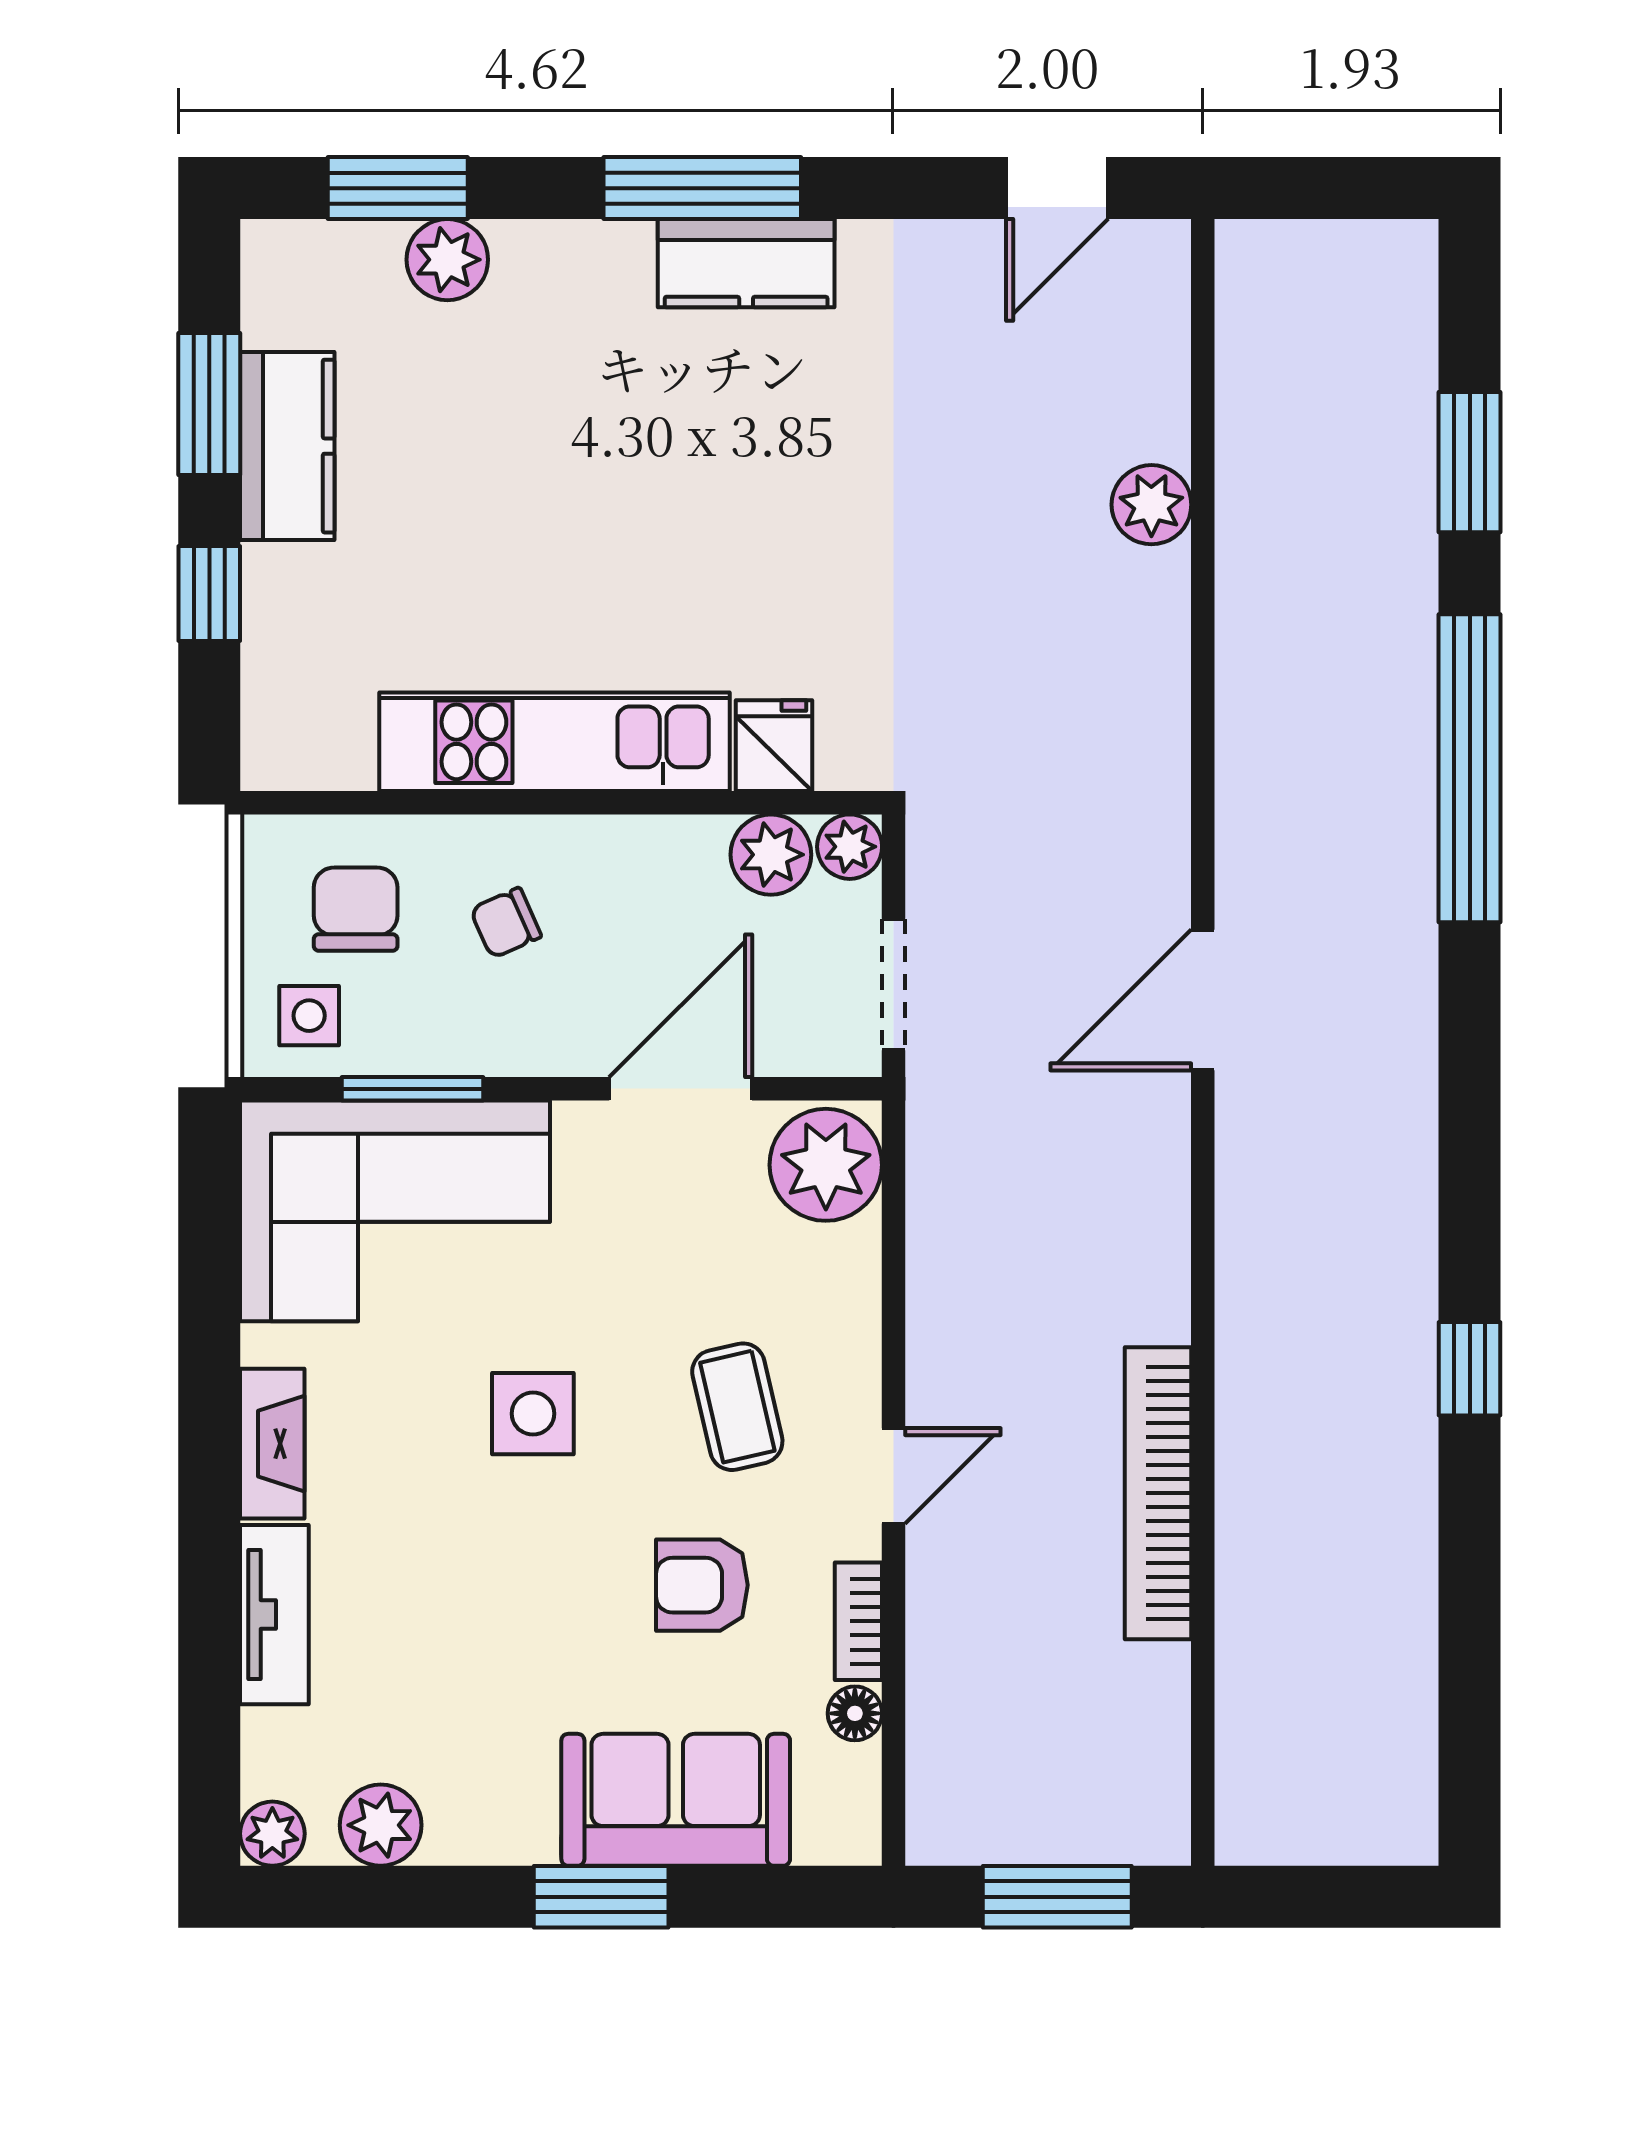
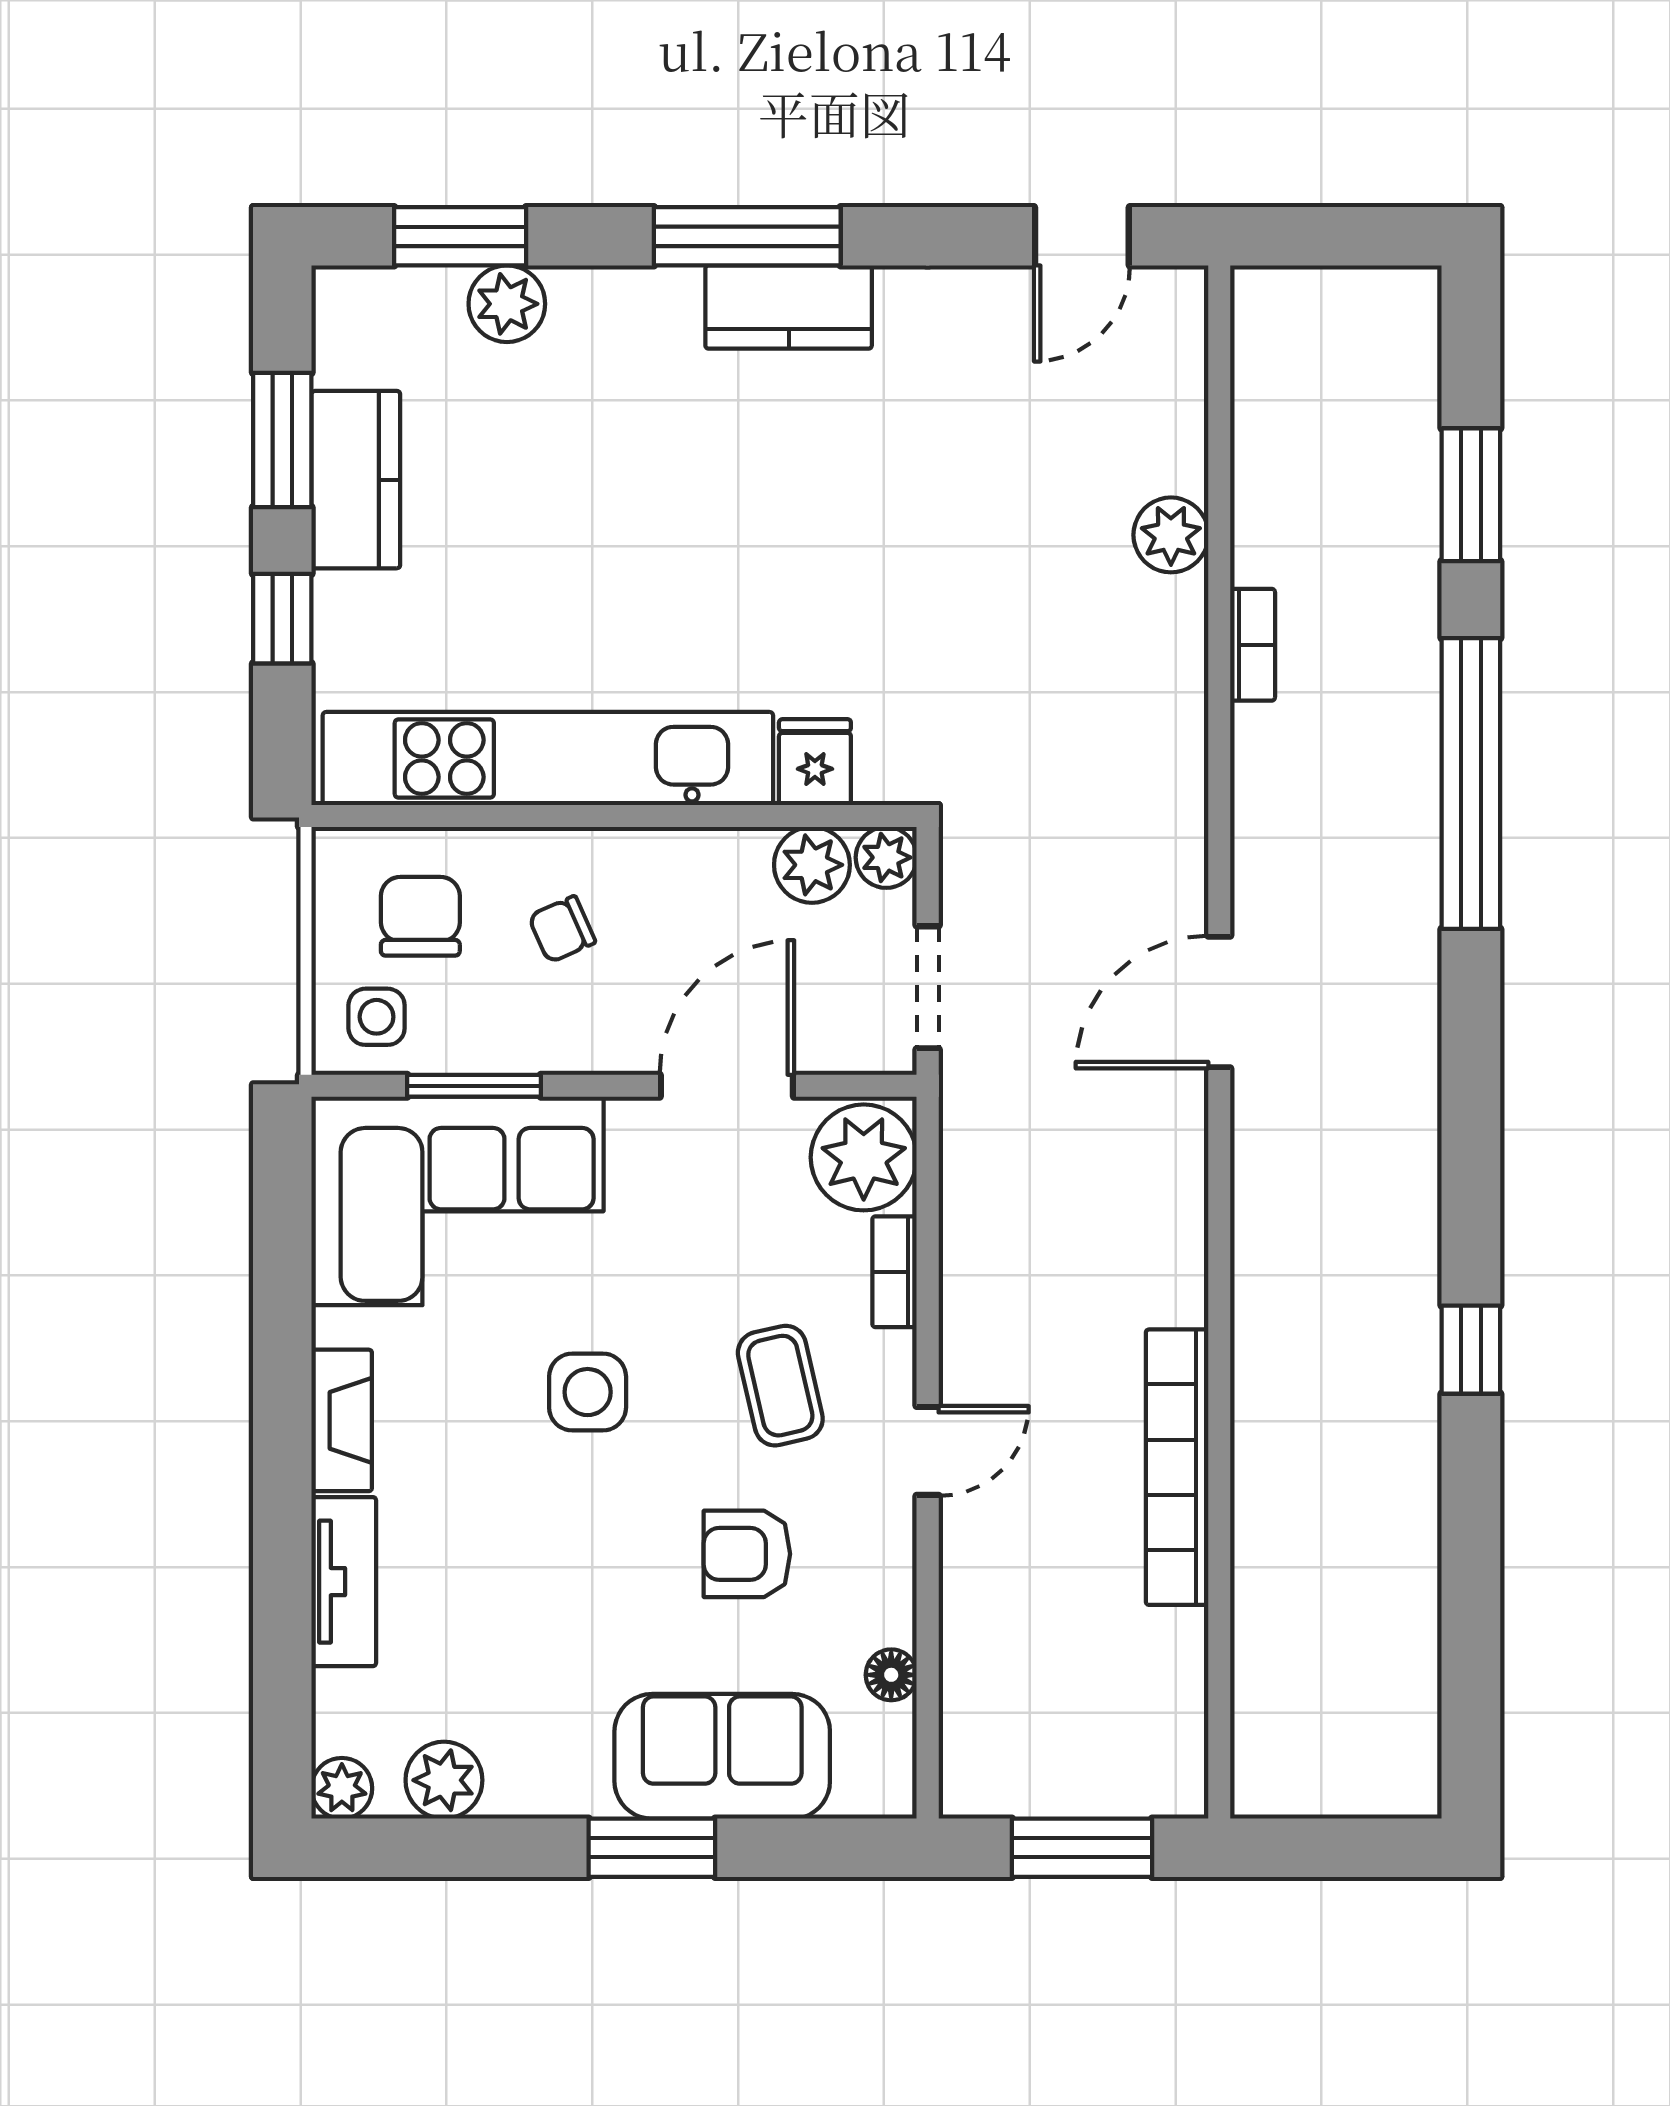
bookcase: (1238, 621) -> (1253, 645), added
kitchen unit: (555, 742) -> (548, 759), width x1.36
bookcase: (858, 1621) -> (895, 1272), moved

